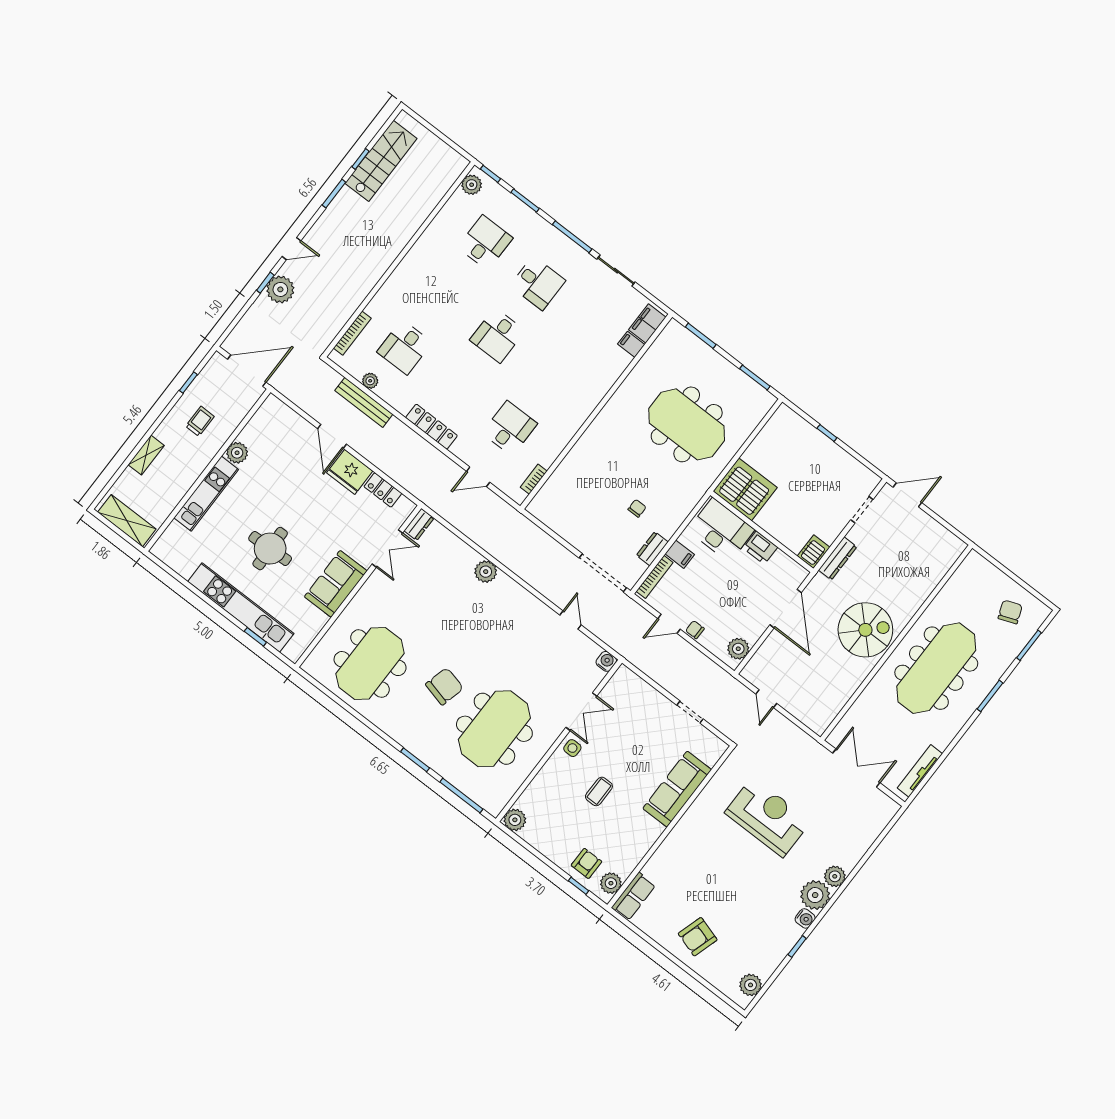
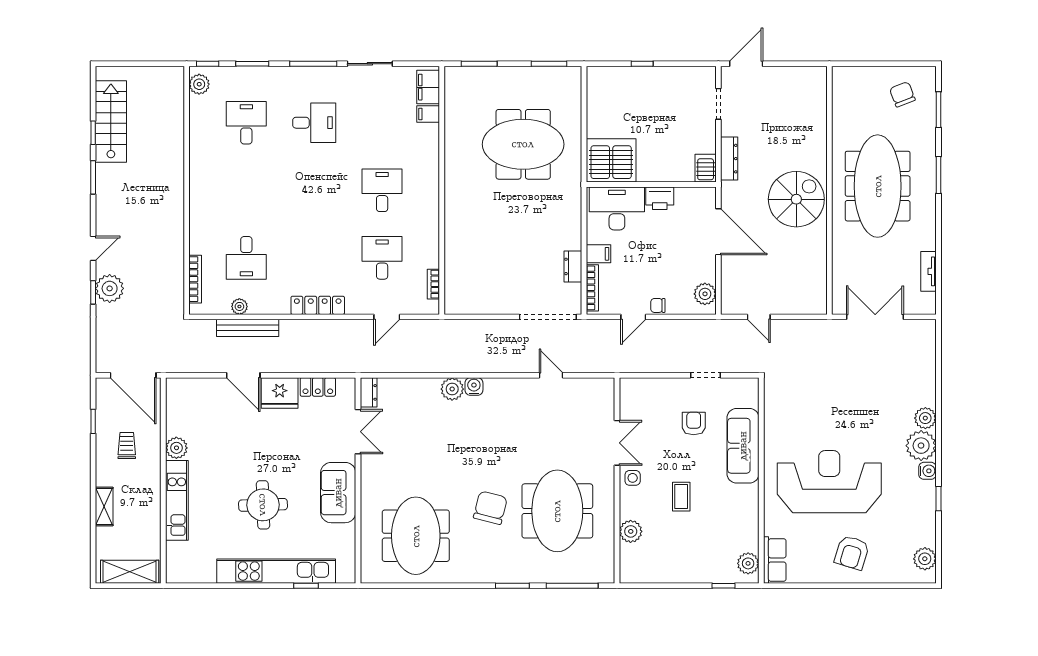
desk: (497, 335) -> (382, 190), moved, turned 180
door: (247, 371) -> (133, 375), swing flipped
chair: (637, 508) -> (535, 243), removed
water cooler: (606, 661) -> (474, 387), moved
tv unit: (920, 771) -> (928, 271), width x0.71
reception desk: (768, 817) -> (829, 482), moved, width x1.36, depth x1.30
plant: (515, 820) -> (631, 531), moved
armchair: (586, 863) -> (694, 423), moved

